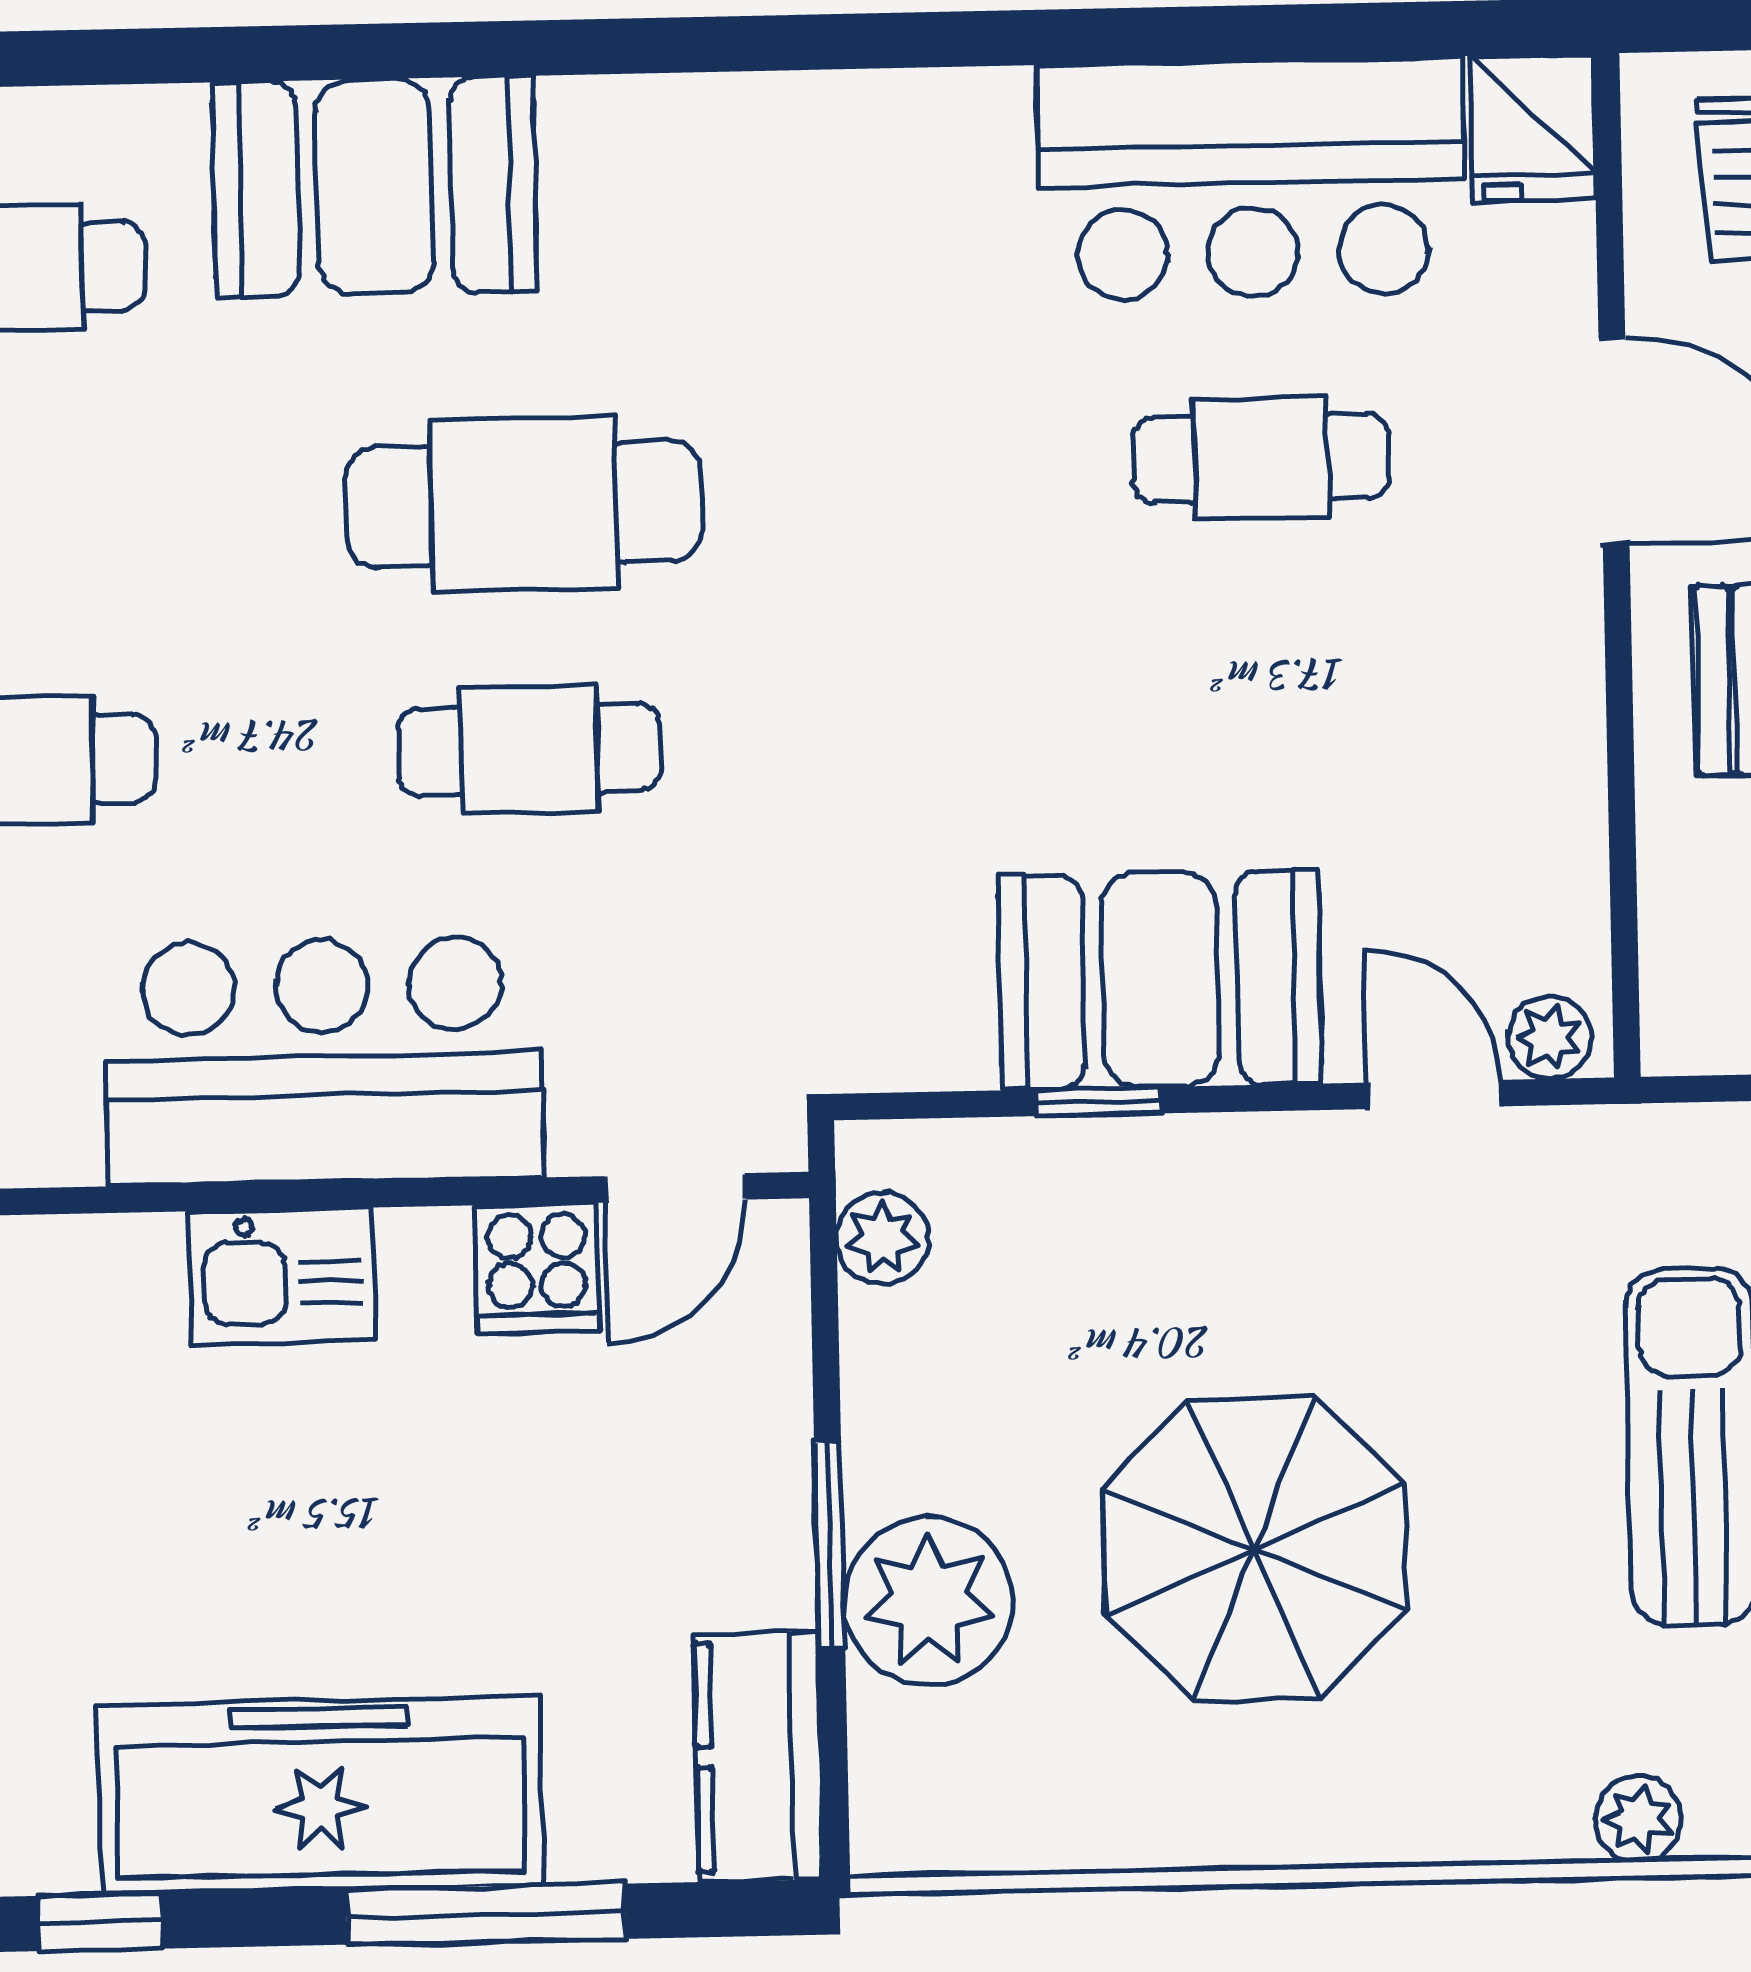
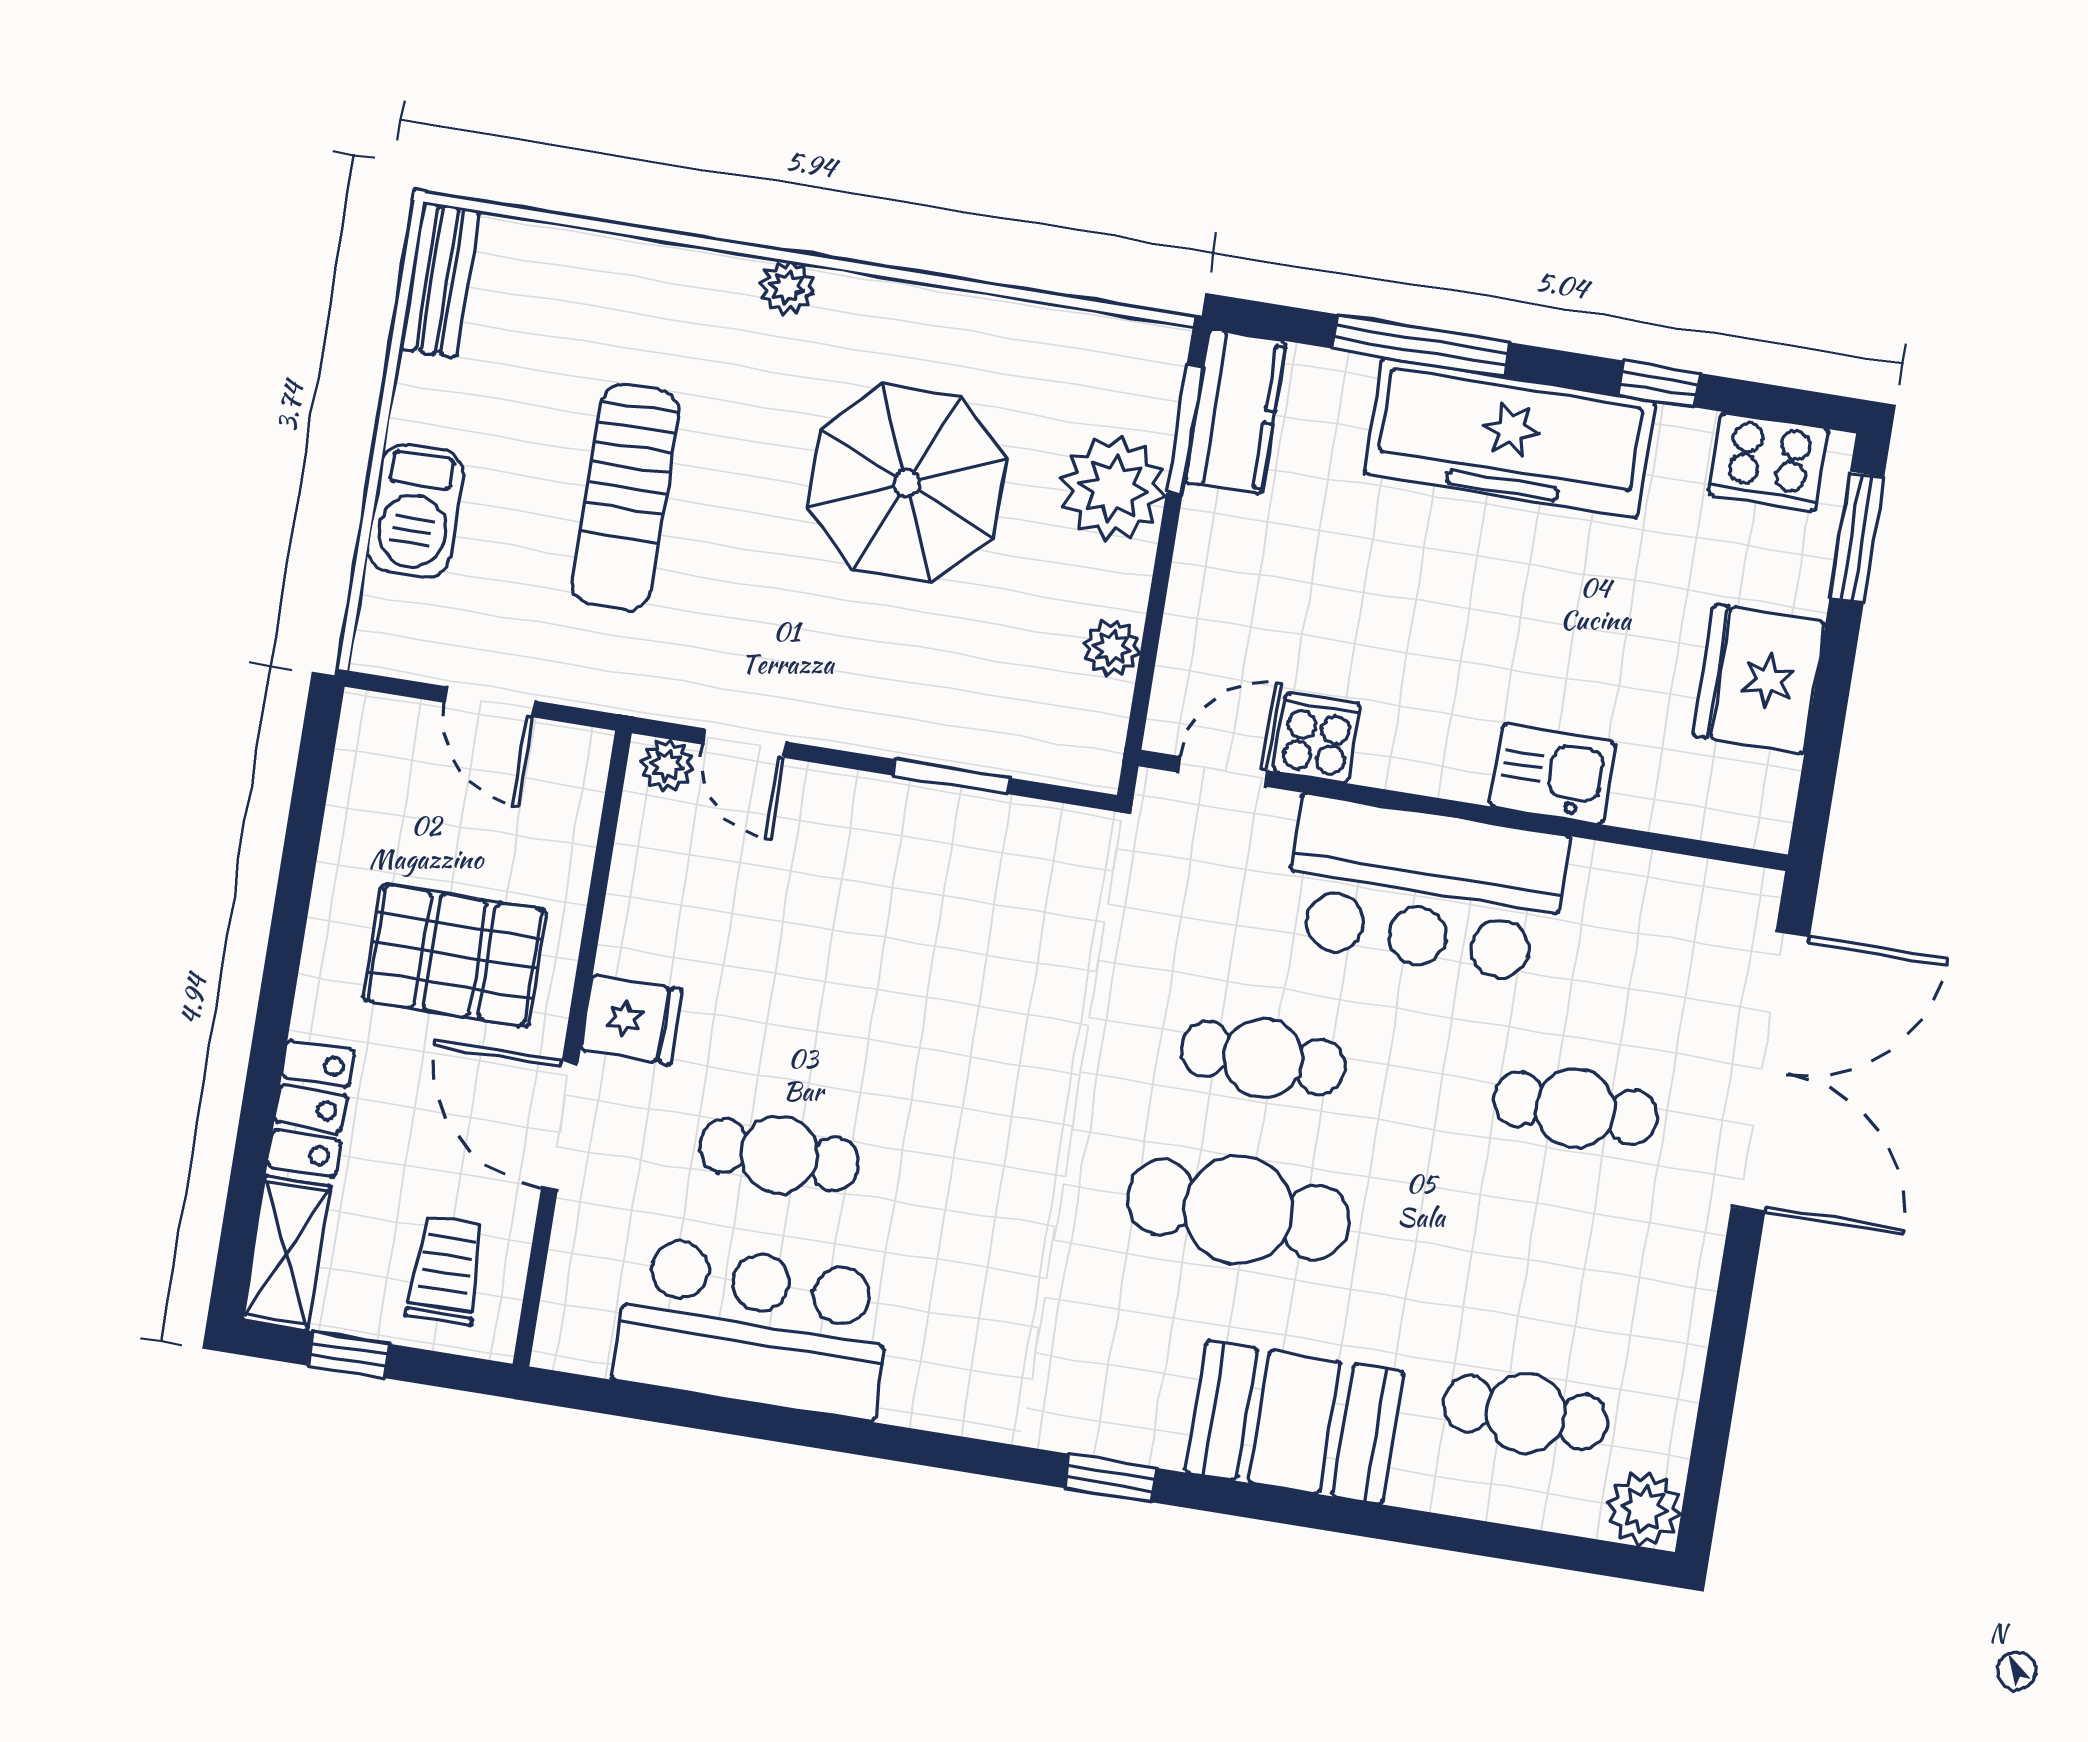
window: (648, 46) -> (1110, 1478), added
fridge: (1533, 128) -> (632, 1020), moved, turned 90
booth: (1160, 980) -> (900, 845), removed
window: (1099, 1102) -> (952, 777), width x1.50
plant: (882, 1238) -> (1112, 648), moved
kitchen sink: (281, 1276) -> (1553, 774), moved
window: (830, 1545) -> (1185, 430), moved
plant: (1638, 1819) -> (787, 288), moved

